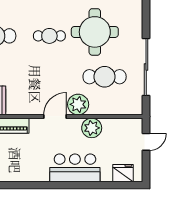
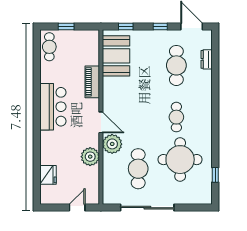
door: (146, 142) -> (77, 208), swing flipped
bar counter: (75, 168) -> (53, 107), moved
fridge: (123, 173) -> (48, 175), moved

